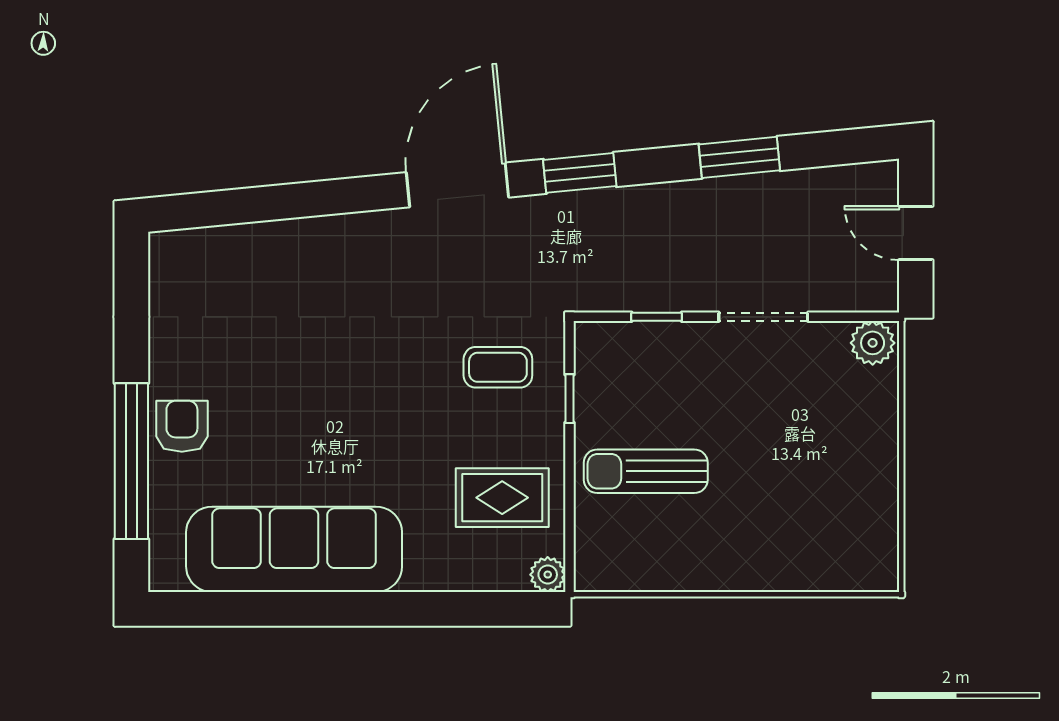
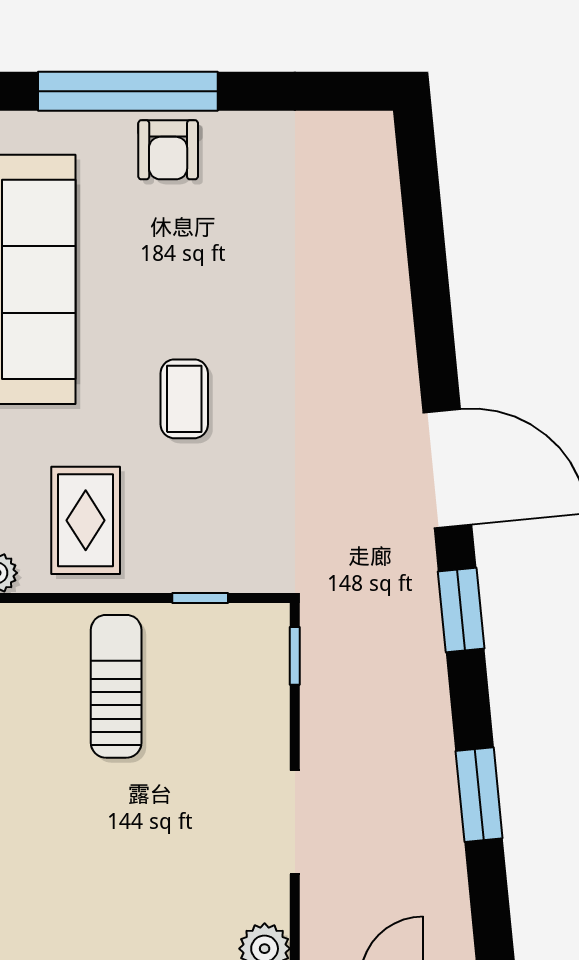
window: (657, 317) -> (295, 656), moved
coffee table: (498, 367) -> (184, 399), moved
armchair: (182, 426) -> (168, 150), turned 90

